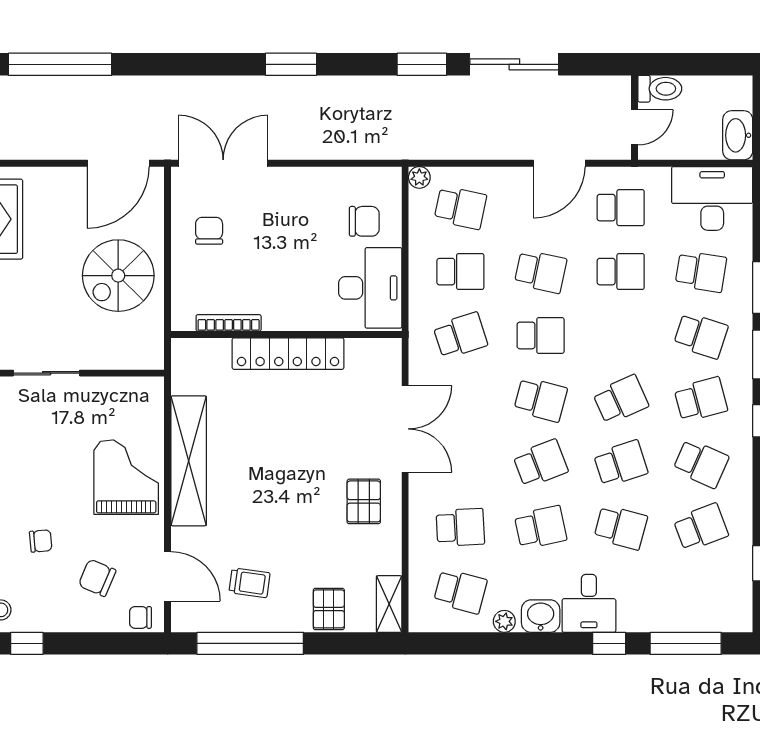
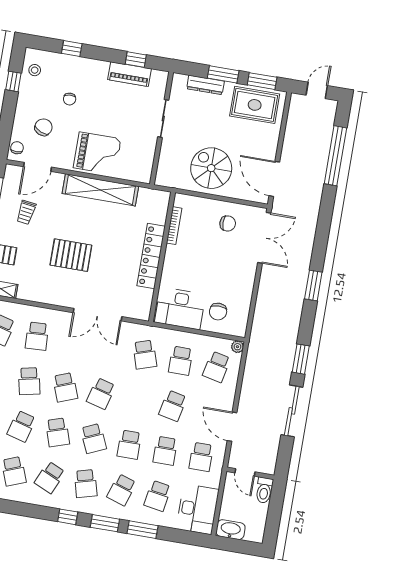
school desk: (541, 335) -> (129, 445), moved
pallet: (364, 501) -> (71, 255), moved, width x1.50, depth x1.42

